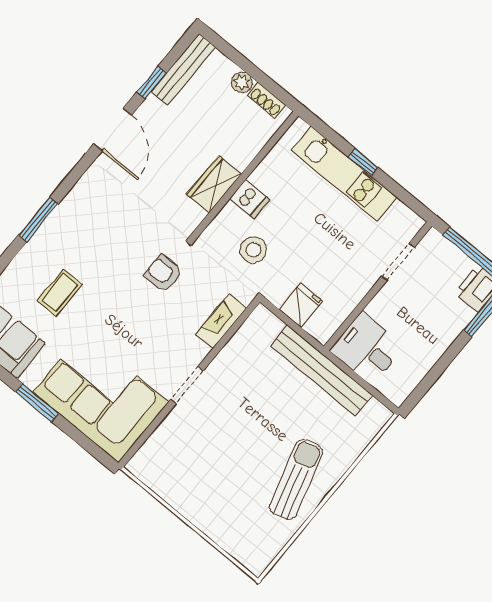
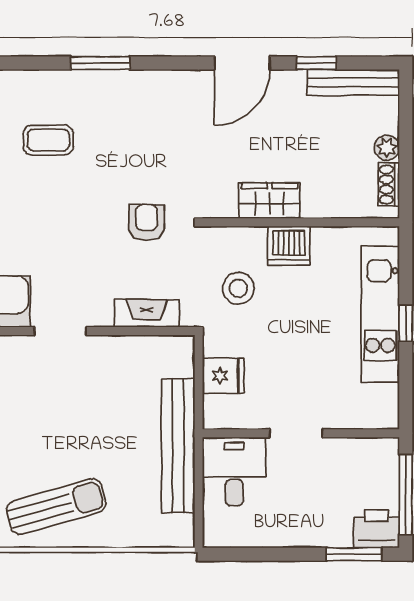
dishwasher: (250, 199) -> (289, 246), width x1.38
doorway: (398, 262) -> (296, 433), moved

